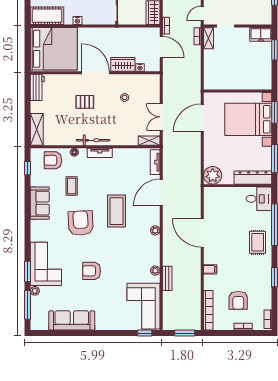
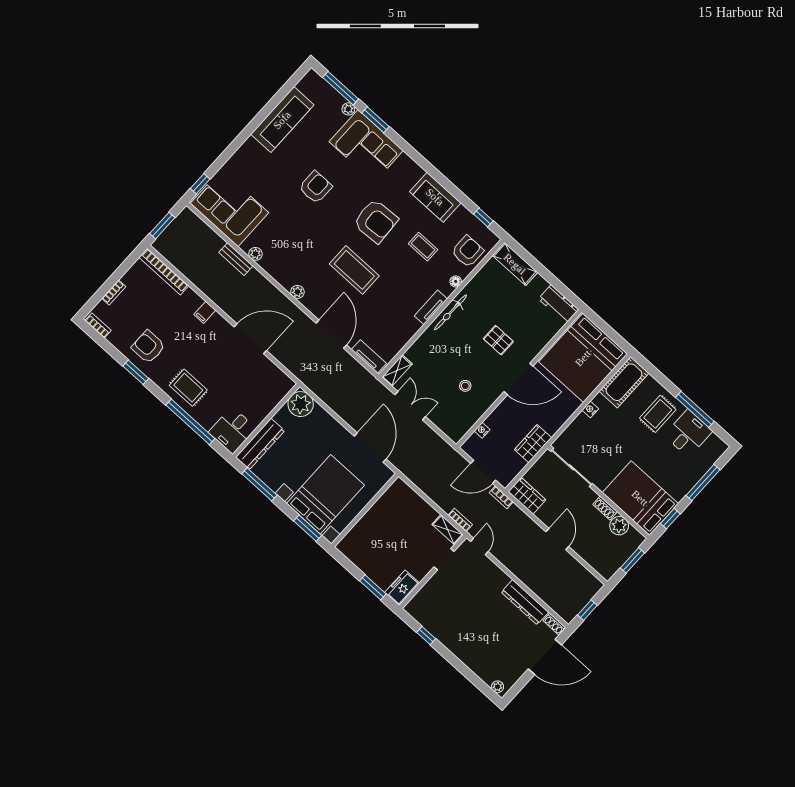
wardrobe: (123, 64) -> (533, 444), moved, turned 180
pallet: (85, 102) -> (498, 340), turned 90
armchair: (238, 300) -> (148, 347), moved

